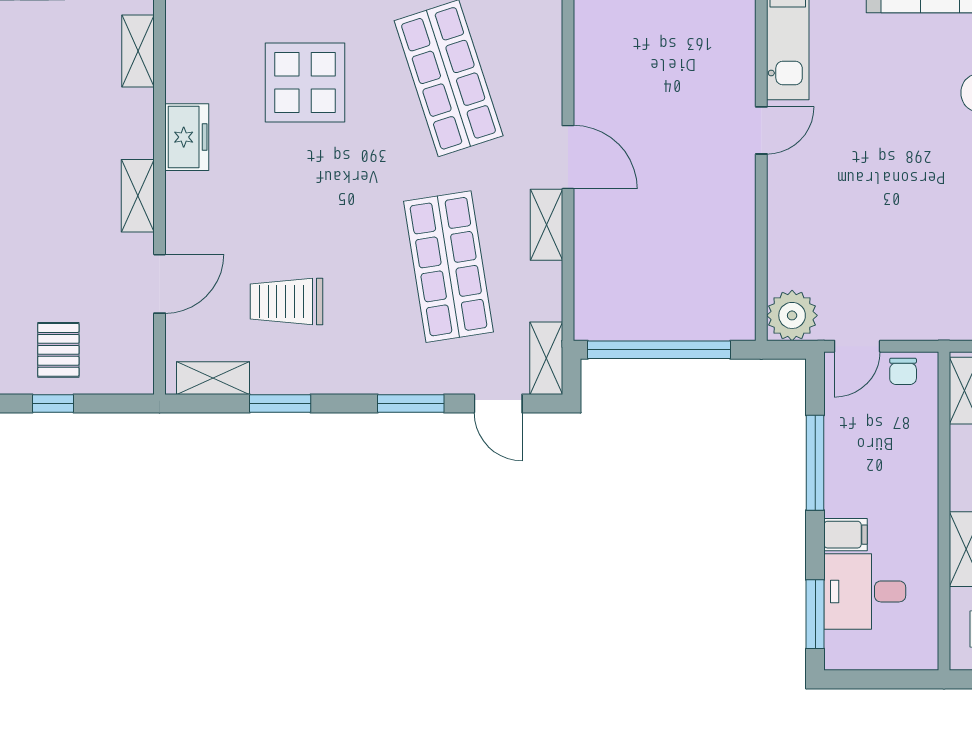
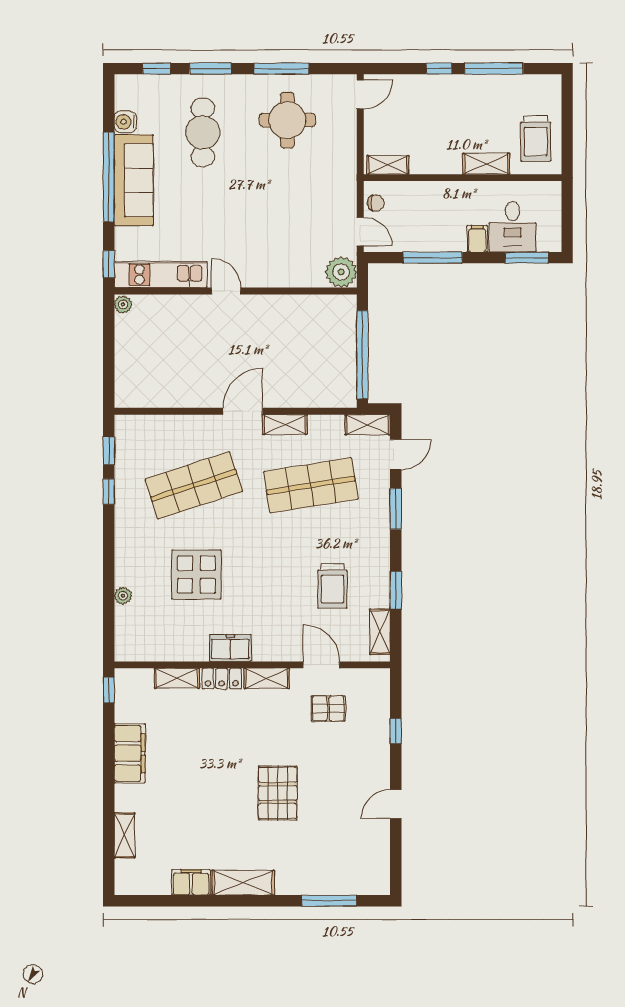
locker: (137, 123) -> (222, 679), added
pallet: (58, 350) -> (328, 708), moved

